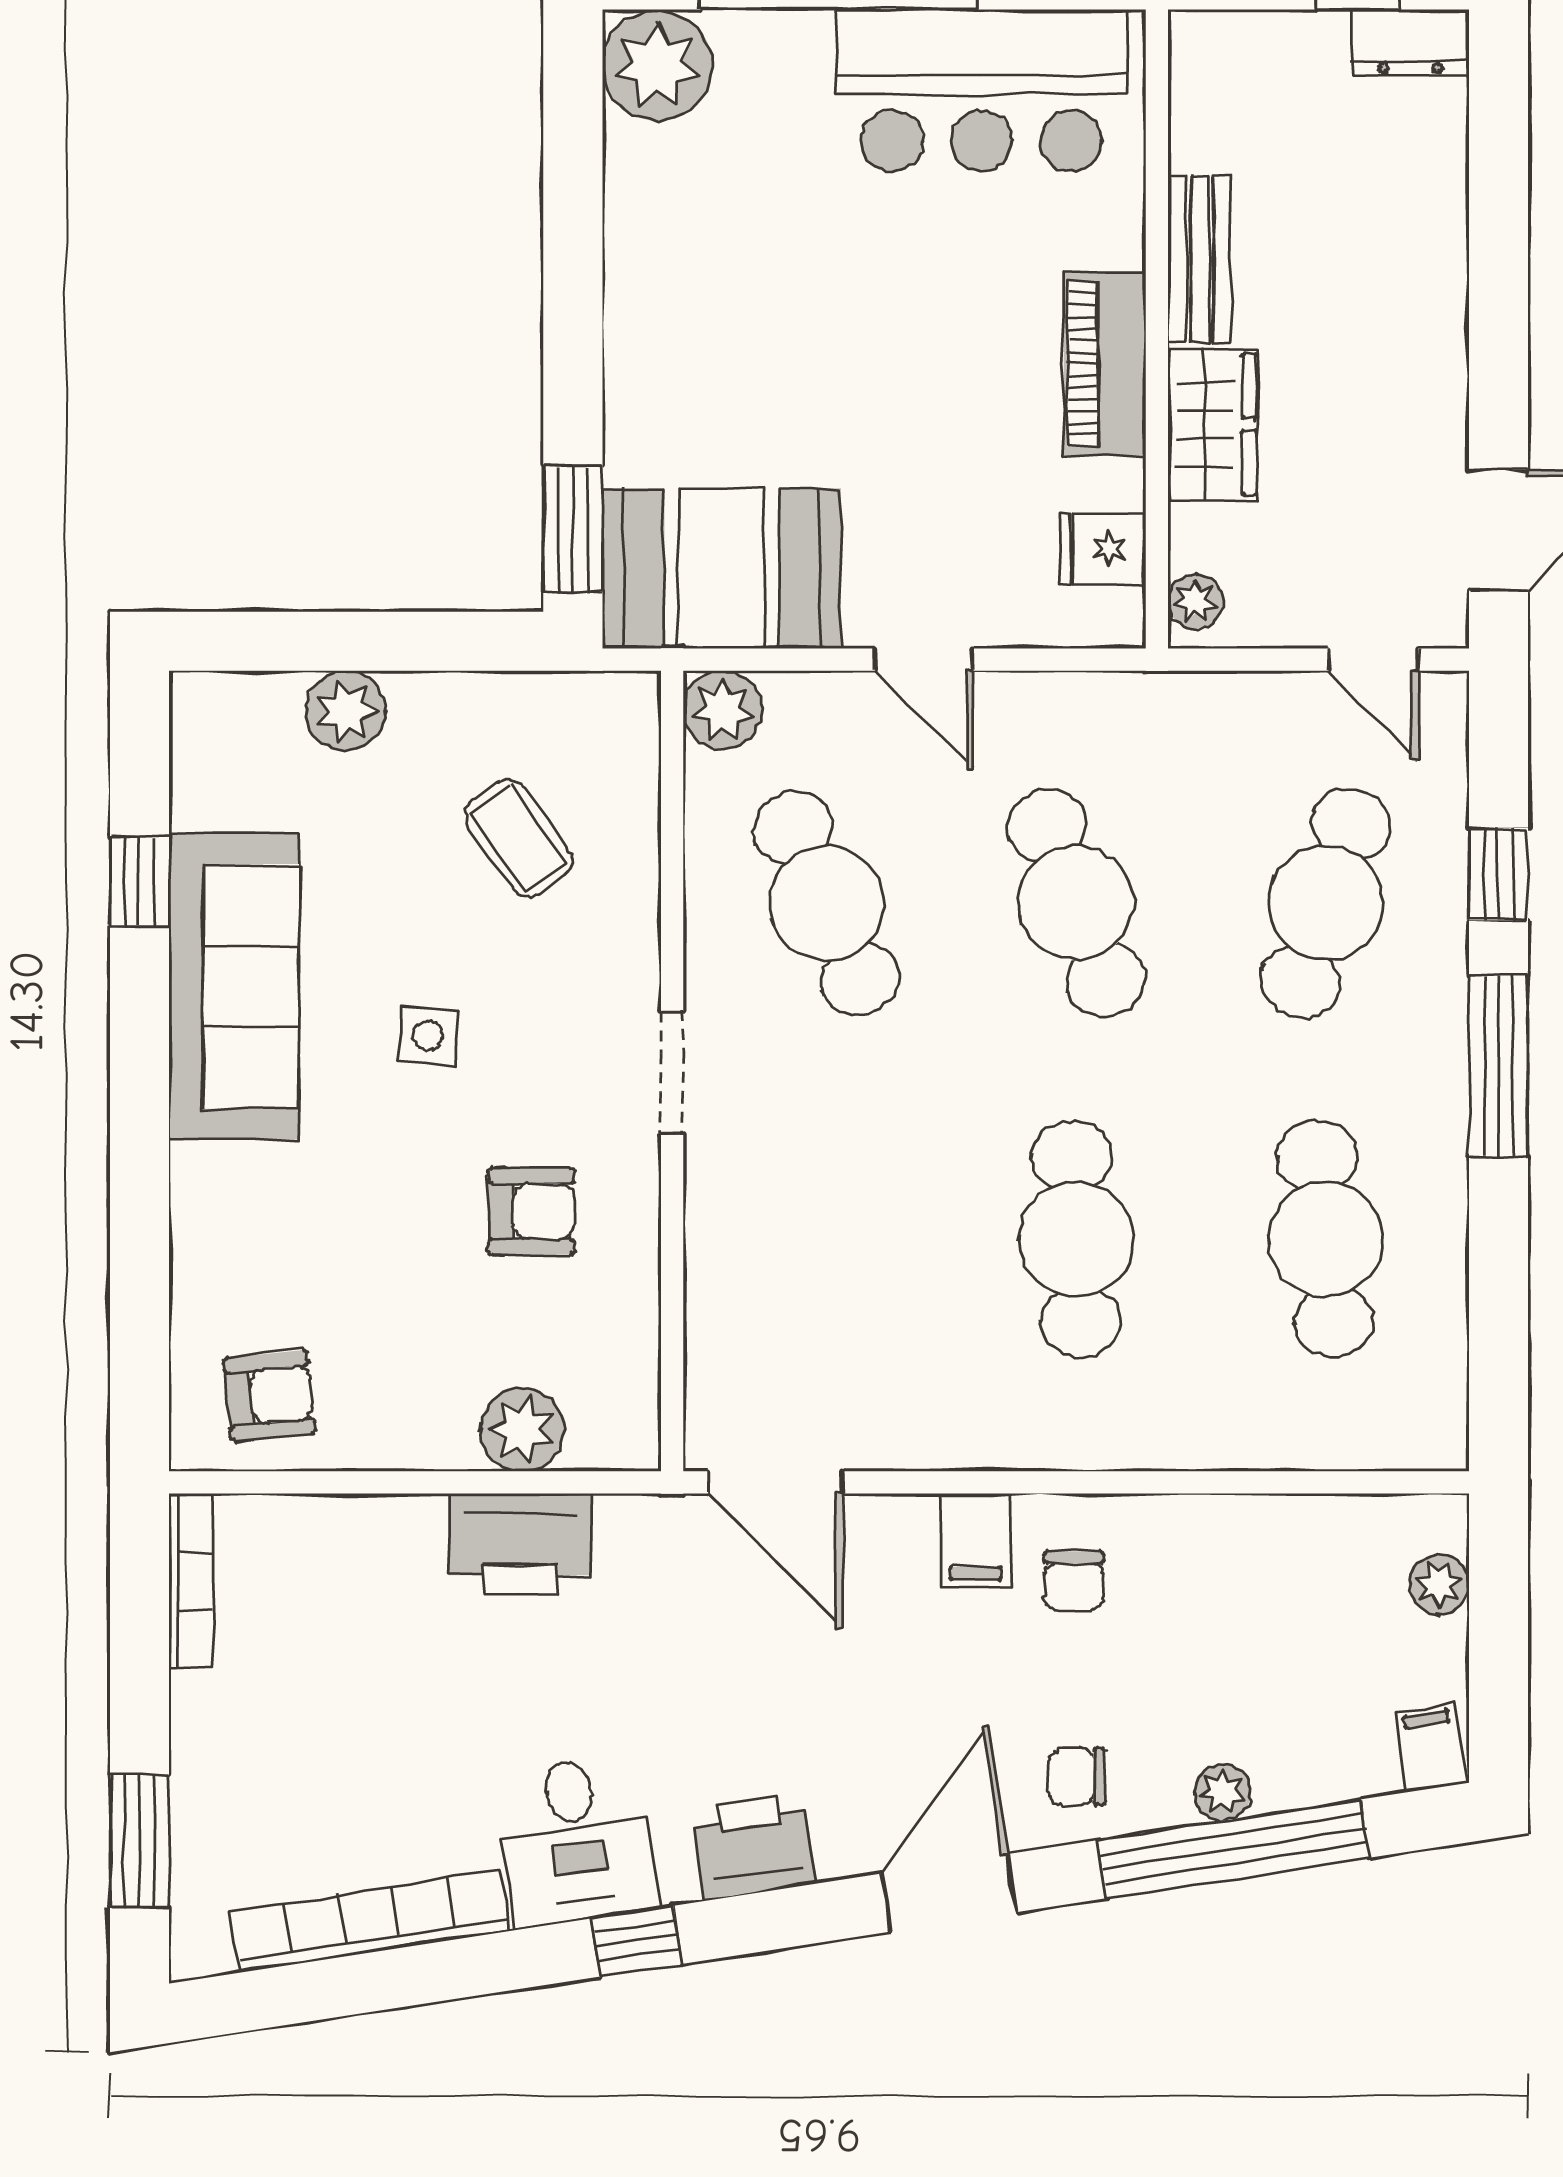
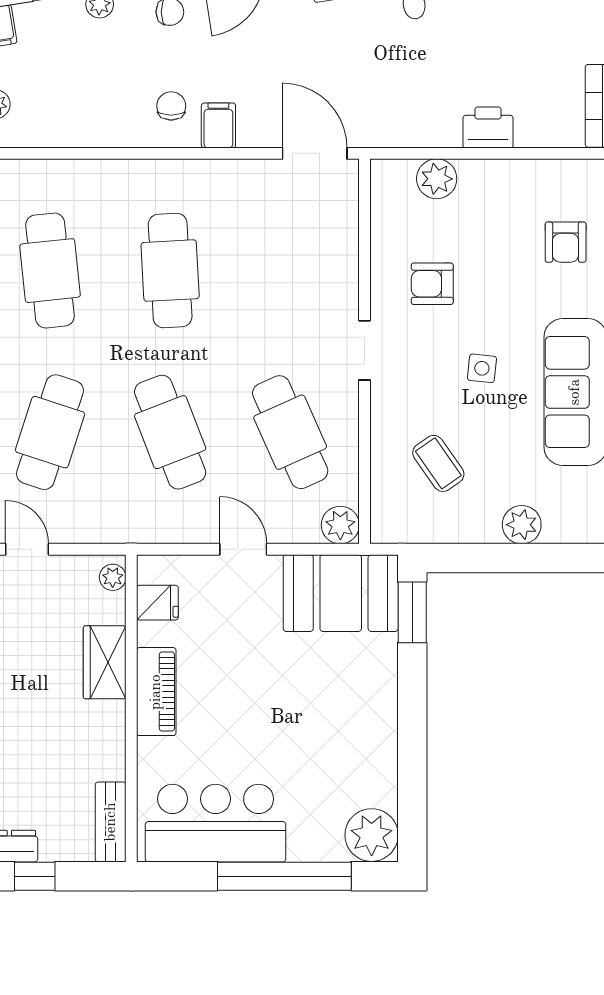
bench: (1200, 259) -> (111, 822), moved
armchair: (269, 1396) -> (566, 242), moved, turned -84
printer: (520, 1545) -> (488, 127), moved, width x0.73, depth x0.84

